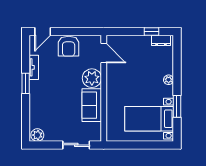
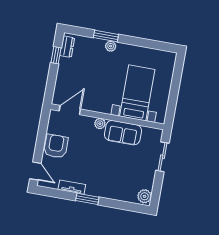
armchair: (69, 46) -> (56, 146), turned -90
plant: (92, 78) -> (100, 124), width x0.53, depth x0.53
window: (177, 106) -> (106, 36), moved
bed with nightstands: (149, 119) -> (137, 93), moved, turned 180

